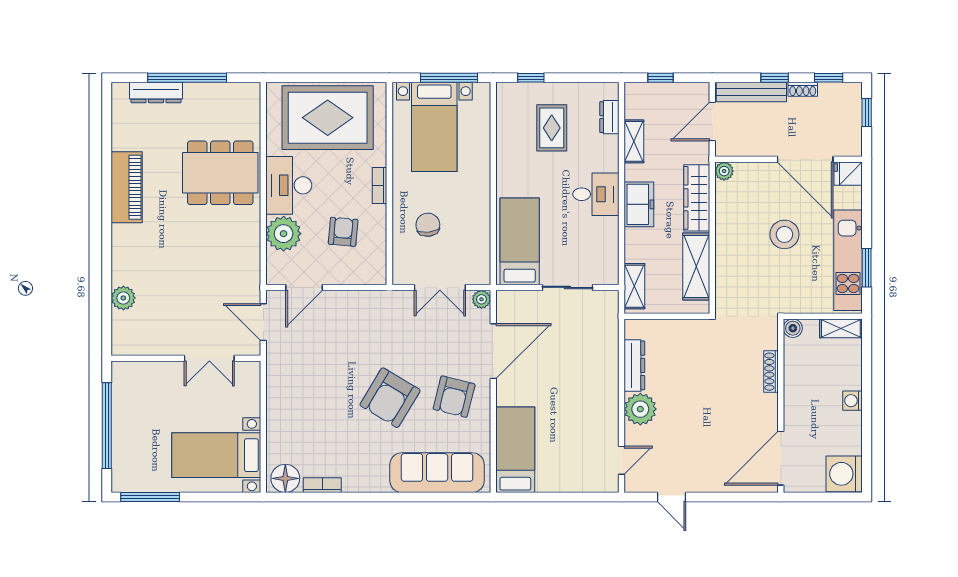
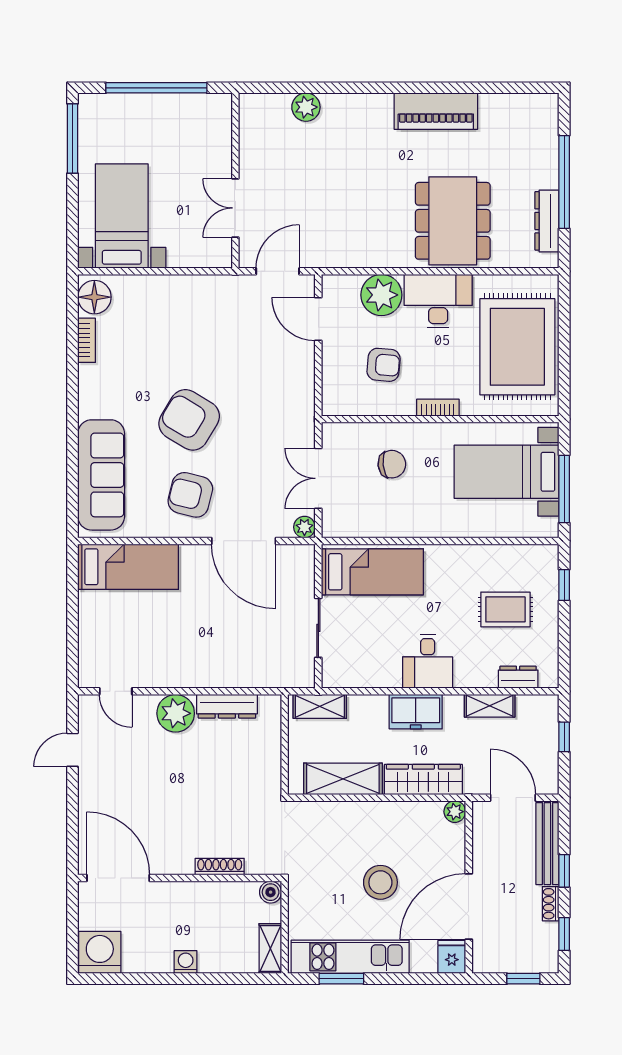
dresser: (156, 93) -> (547, 221), moved

